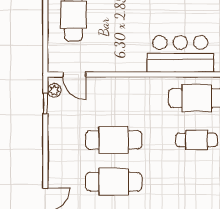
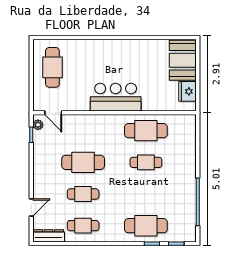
bar counter: (180, 54) -> (116, 97), moved
cafe table: (114, 182) -> (83, 194), width x0.73, depth x0.74

